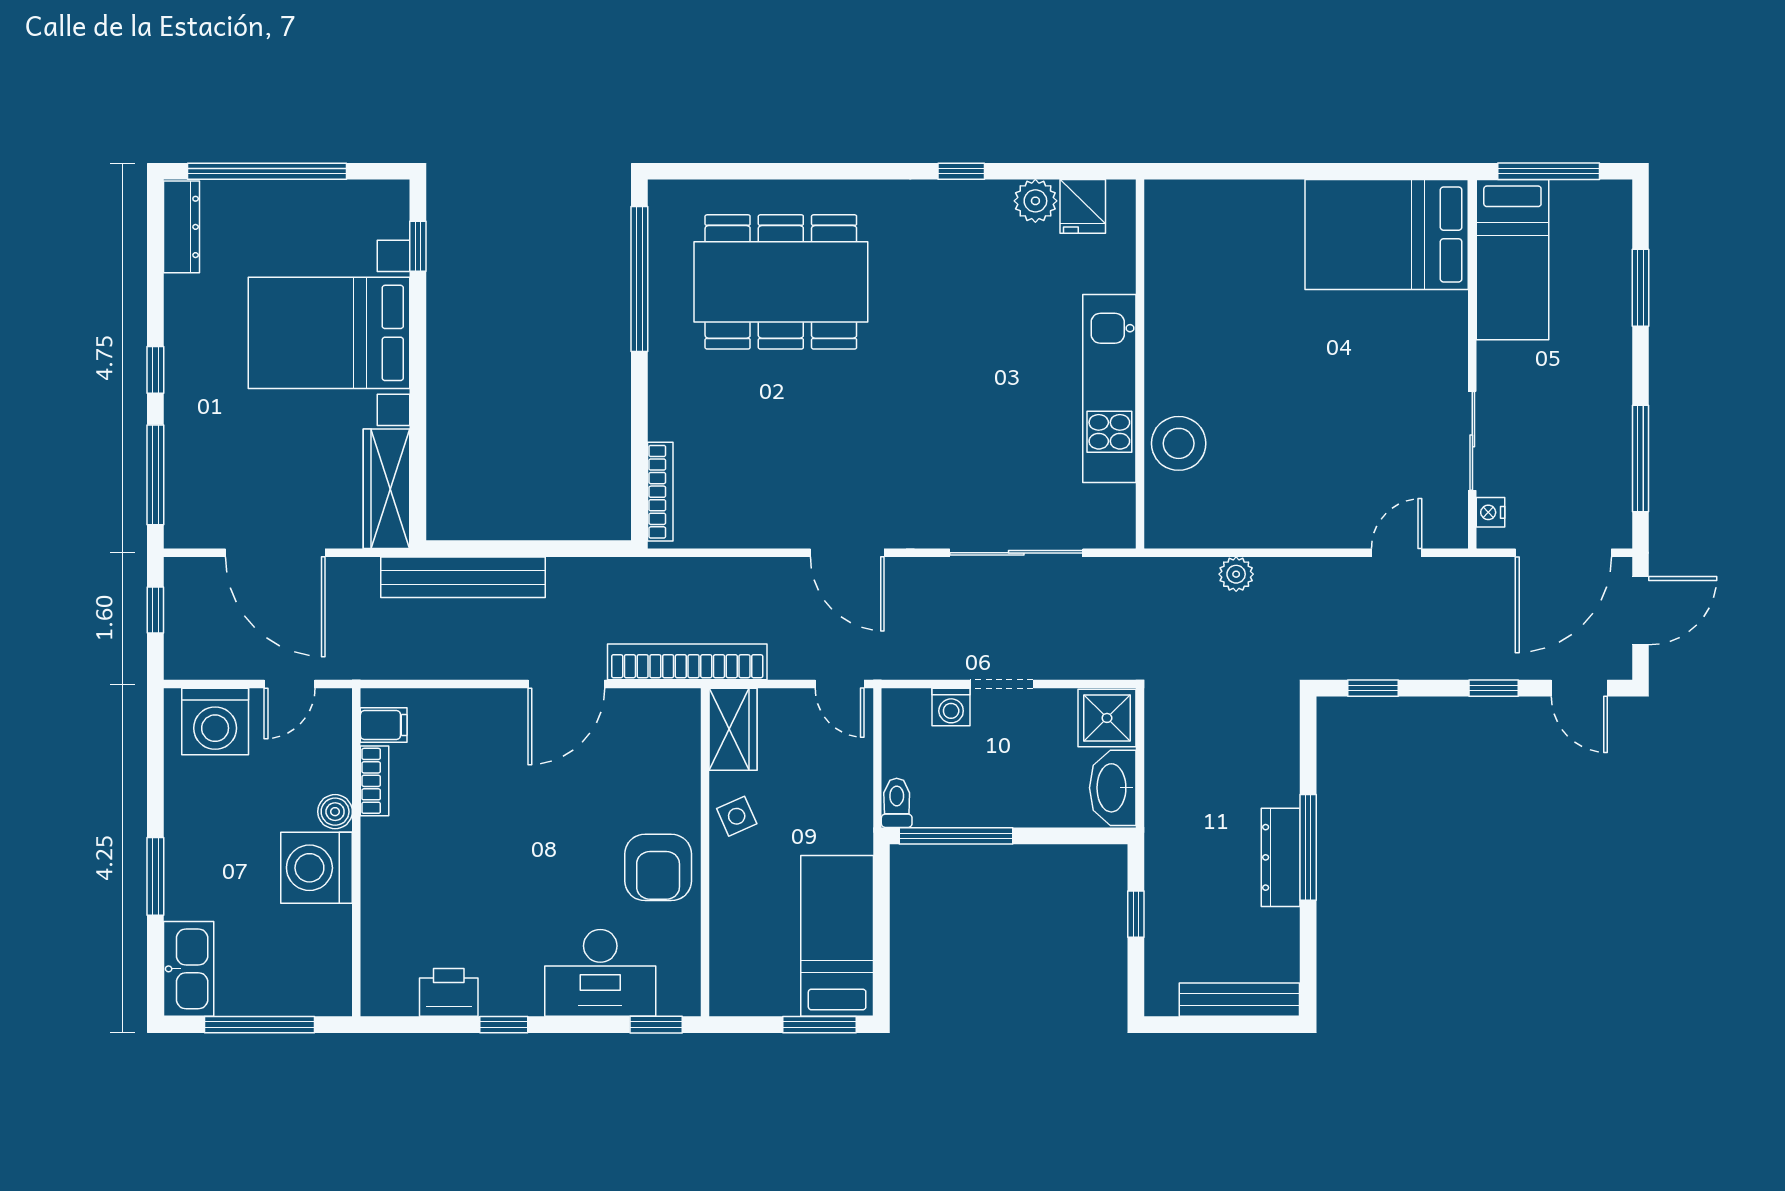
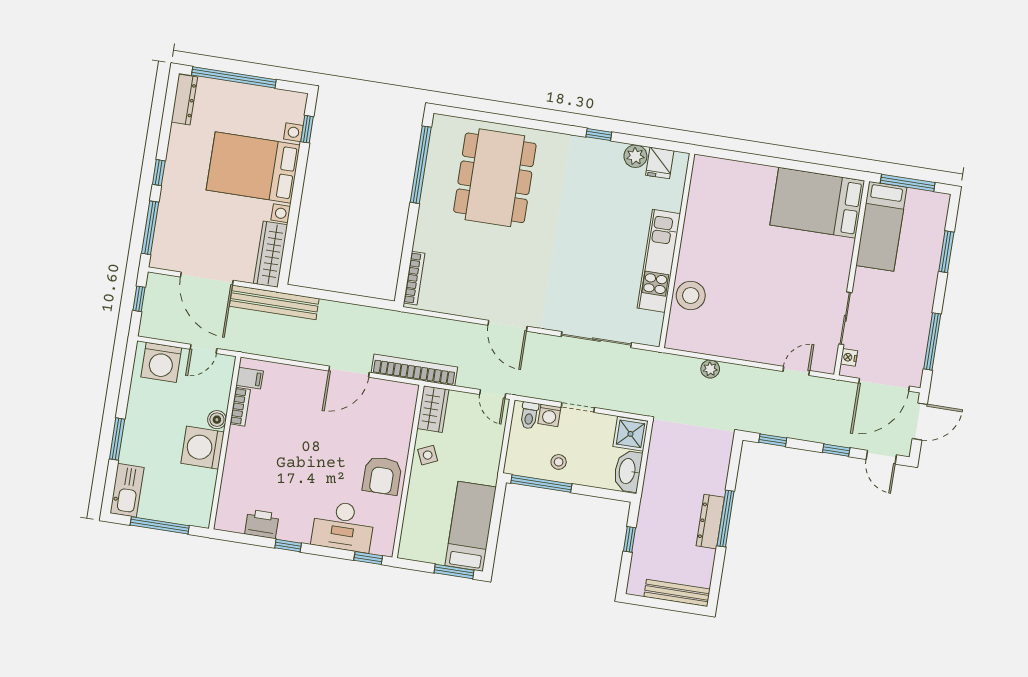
dining table: (781, 282) -> (495, 178), turned 90
bench: (463, 577) -> (274, 302), moved
stool: (982, 791) -> (559, 462), added
toilet: (897, 803) -> (529, 415), moved, turned 180

